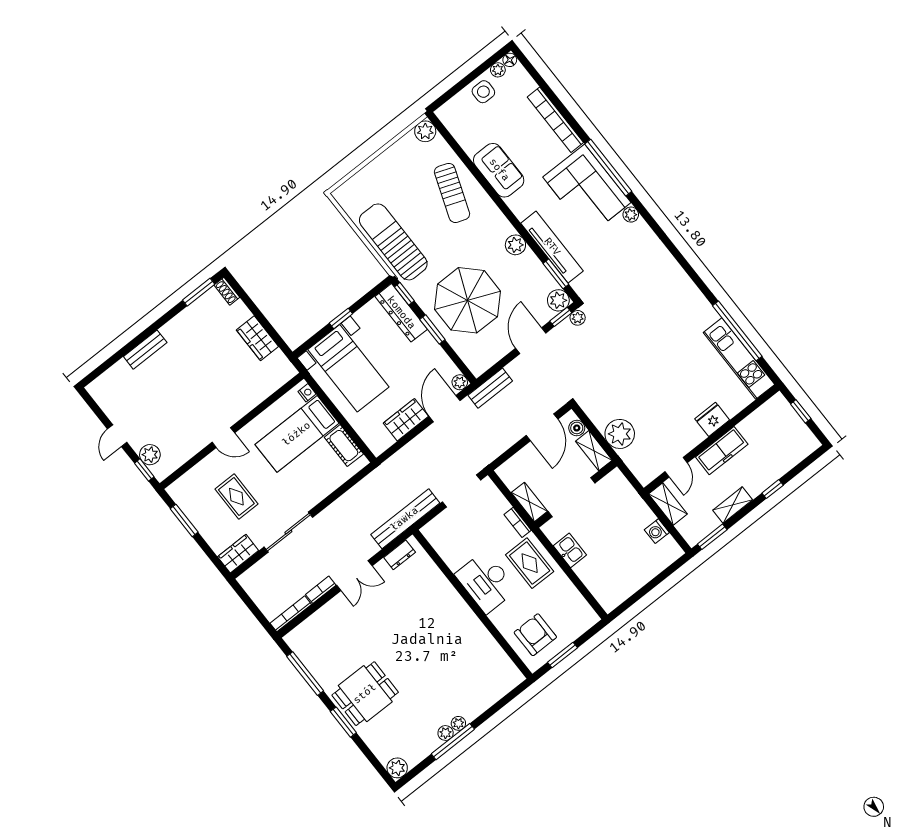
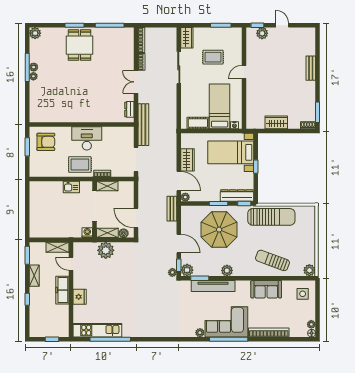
side table: (483, 92) -> (303, 294), moved
washing machine: (657, 531) -> (87, 233), moved

